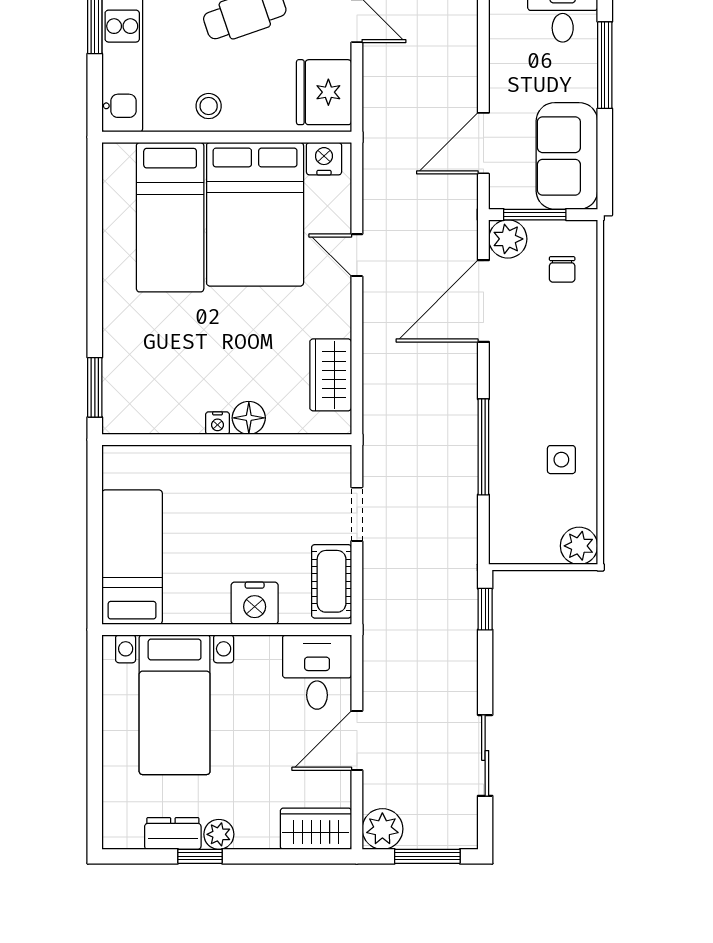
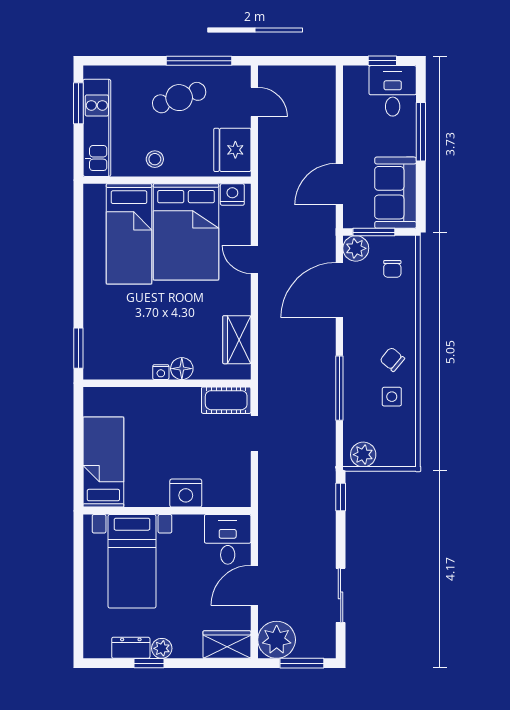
chair: (562, 404) -> (392, 359), added
plant: (579, 546) -> (363, 455), moved
cot: (332, 581) -> (226, 400), moved, turned 90
plant: (382, 829) -> (277, 640), width x1.36, depth x1.36

